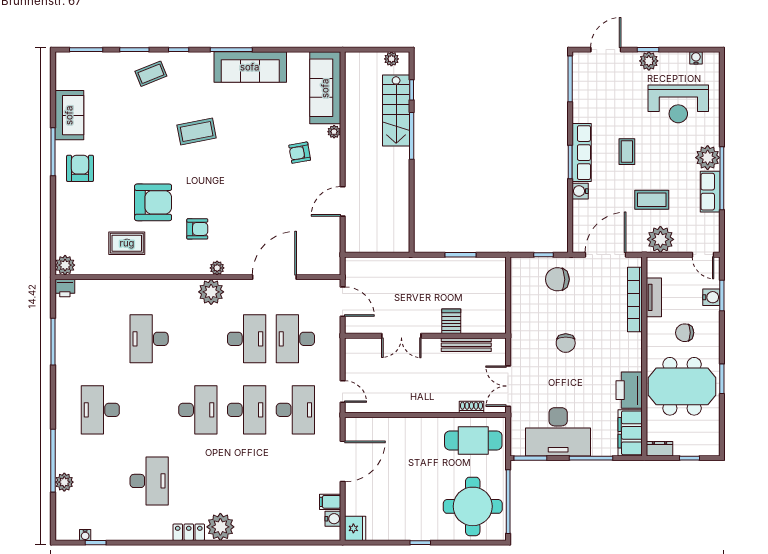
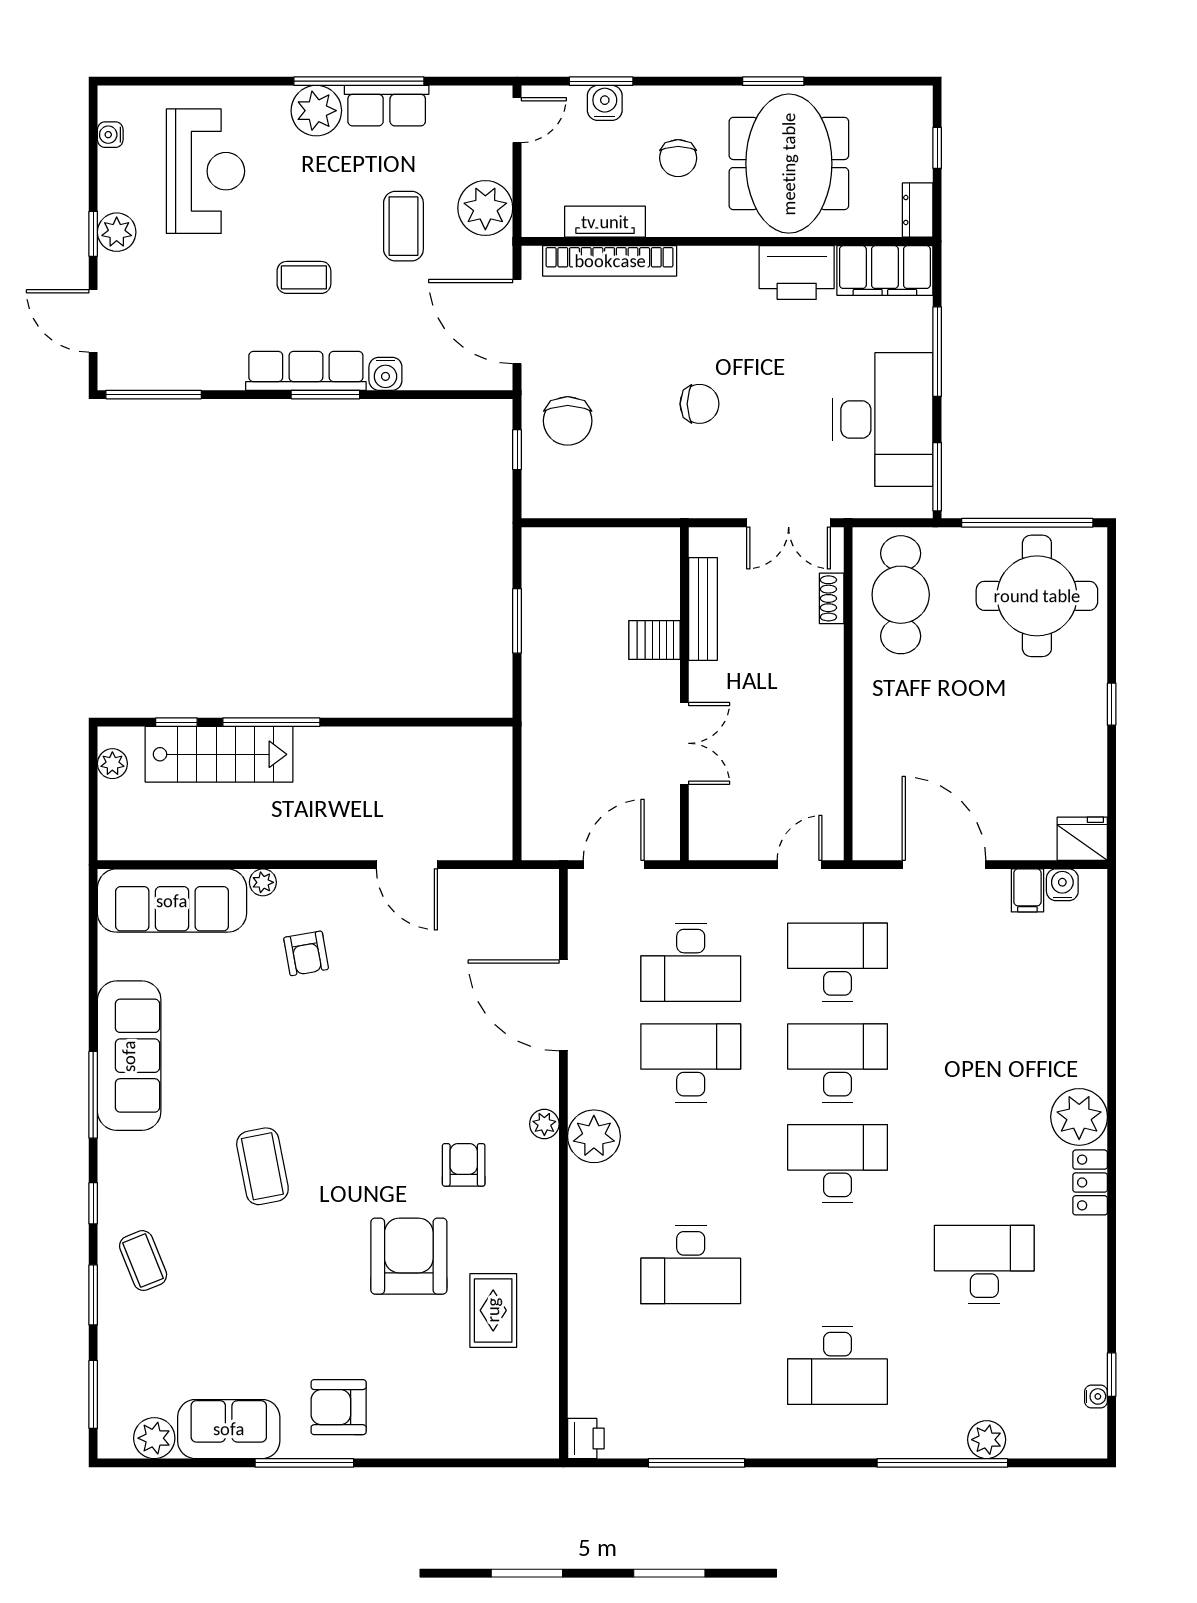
plant: (65, 265) -> (154, 1438), moved

